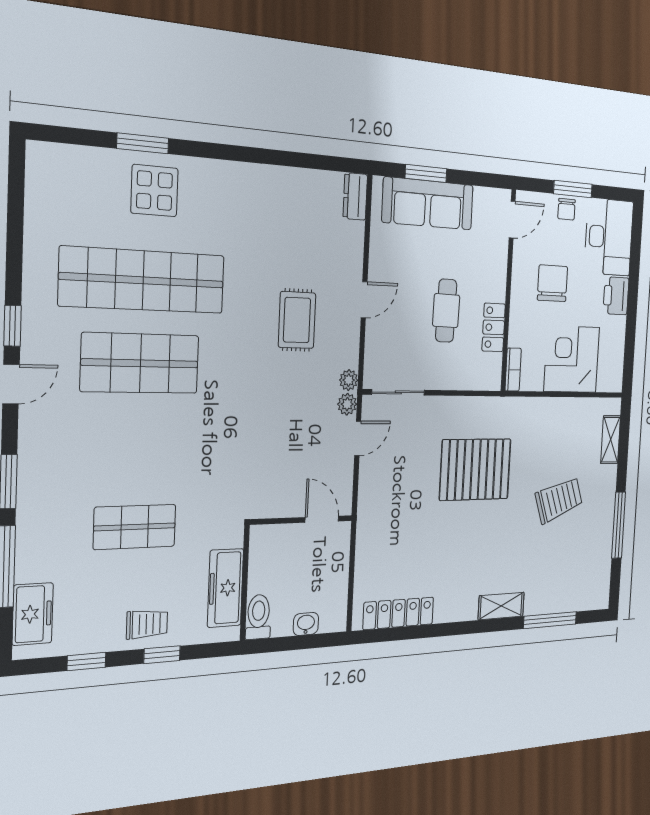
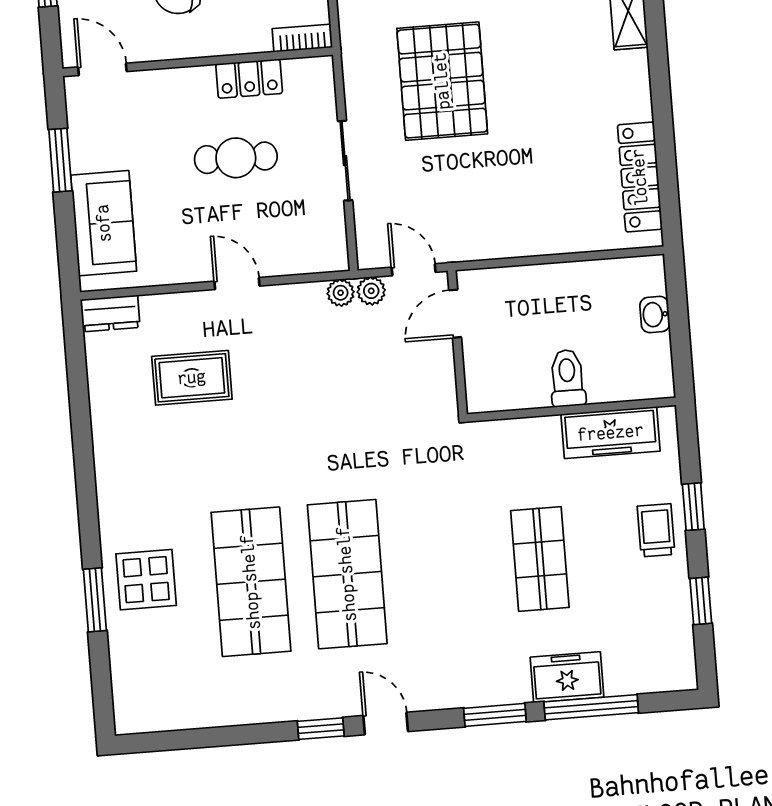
window: (426, 173) -> (60, 160), moved
sofa: (428, 204) -> (104, 223), width x0.73
shop shelf: (143, 280) -> (251, 582), width x0.71
rug: (297, 320) -> (192, 378), moved
sliding door: (398, 392) -> (345, 161), moved
door: (322, 519) -> (455, 314), moved
wall: (302, 520) -> (457, 342), moved
freezer: (33, 614) -> (567, 677), moved
toilet: (258, 617) -> (567, 378), moved, turned 90

